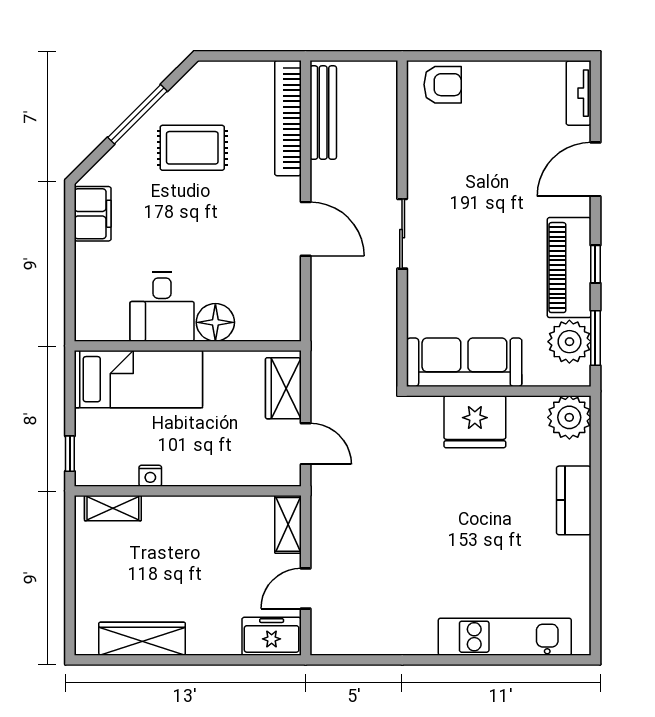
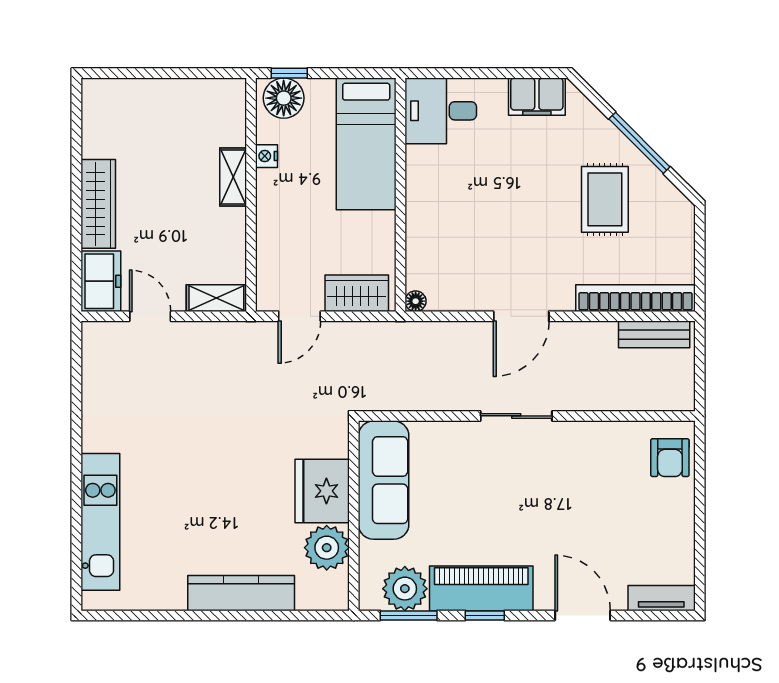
bench: (323, 113) -> (654, 334), width x0.73
desk: (162, 307) -> (441, 111), moved
floor lamp: (215, 322) -> (416, 301), moved, width x0.53, depth x0.53
plant: (569, 417) -> (327, 548), moved
floor lamp: (94, 459) -> (284, 98), added
kitchen counter: (574, 500) -> (241, 593), width x1.50
shelving: (113, 508) -> (233, 177), moved
wardrobe: (142, 639) -> (98, 204), moved

